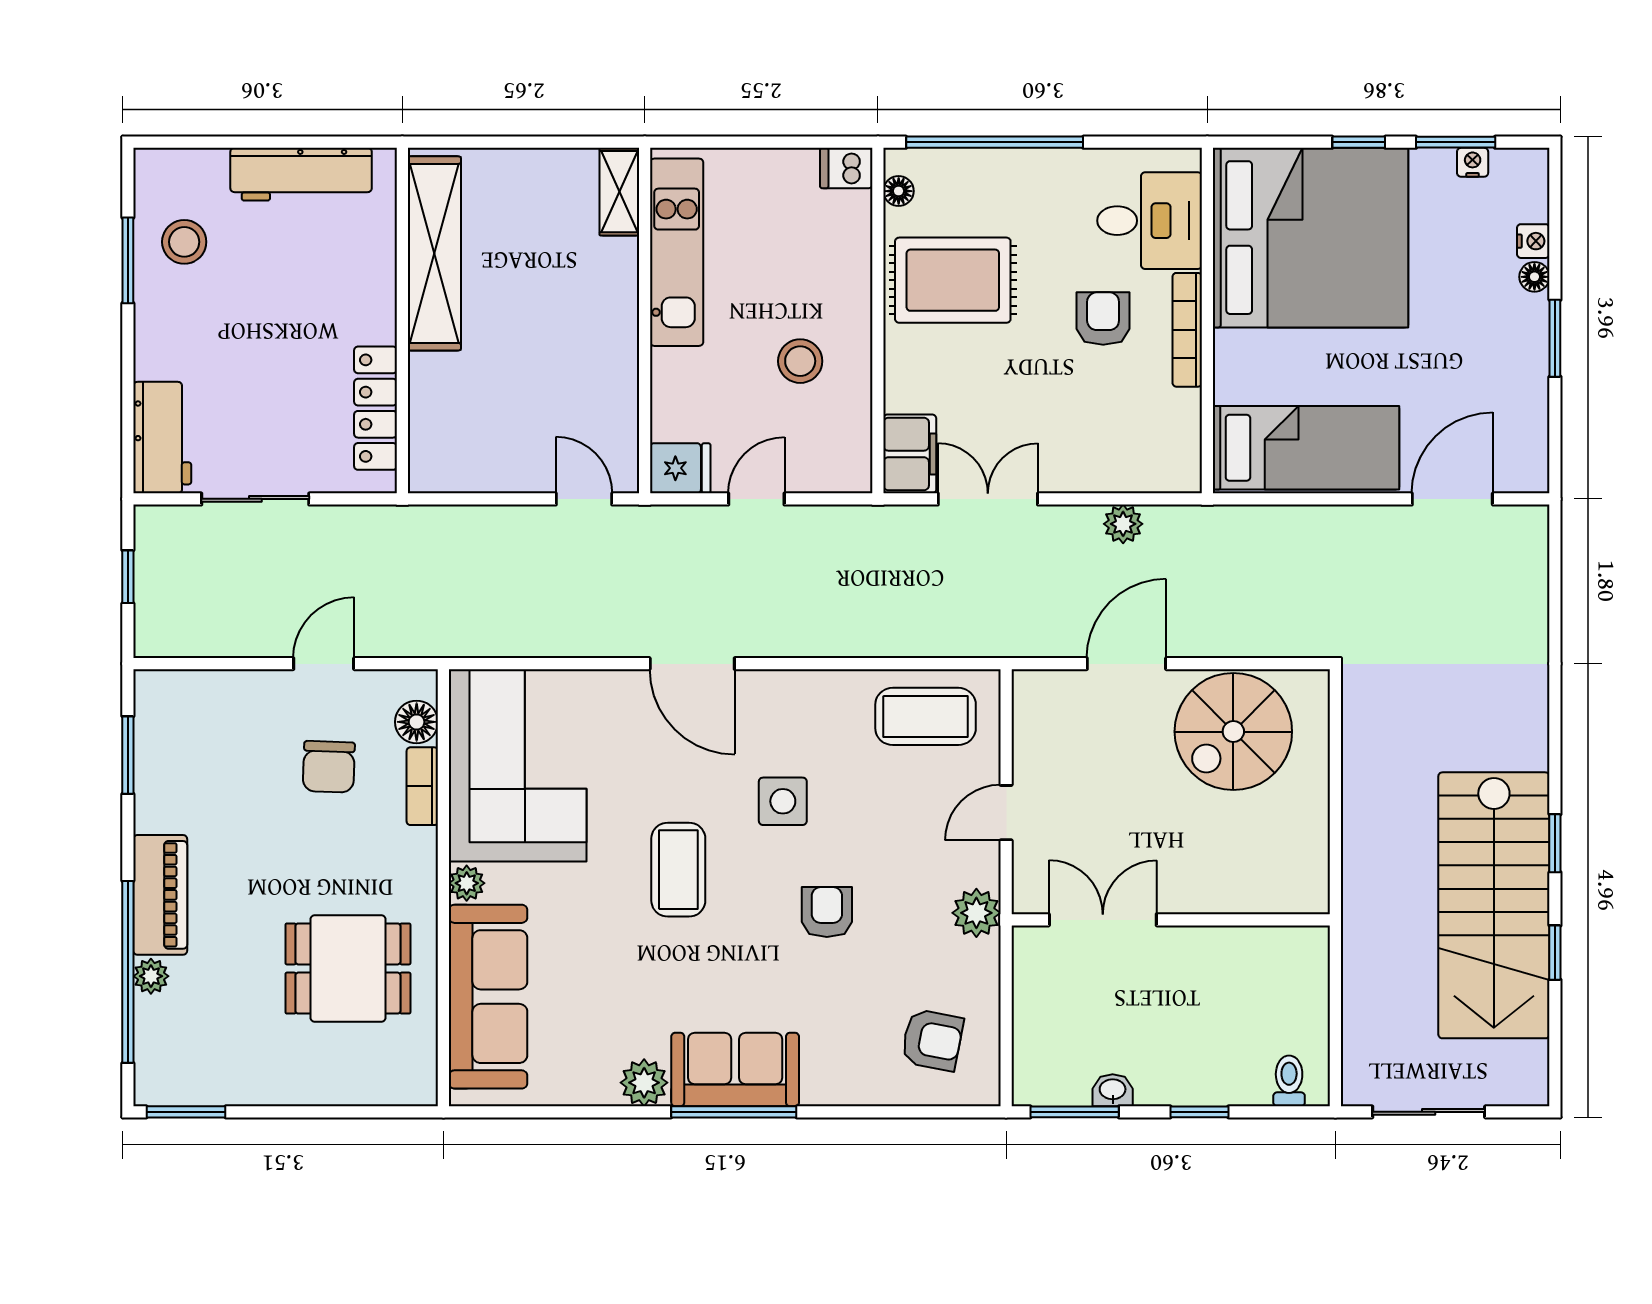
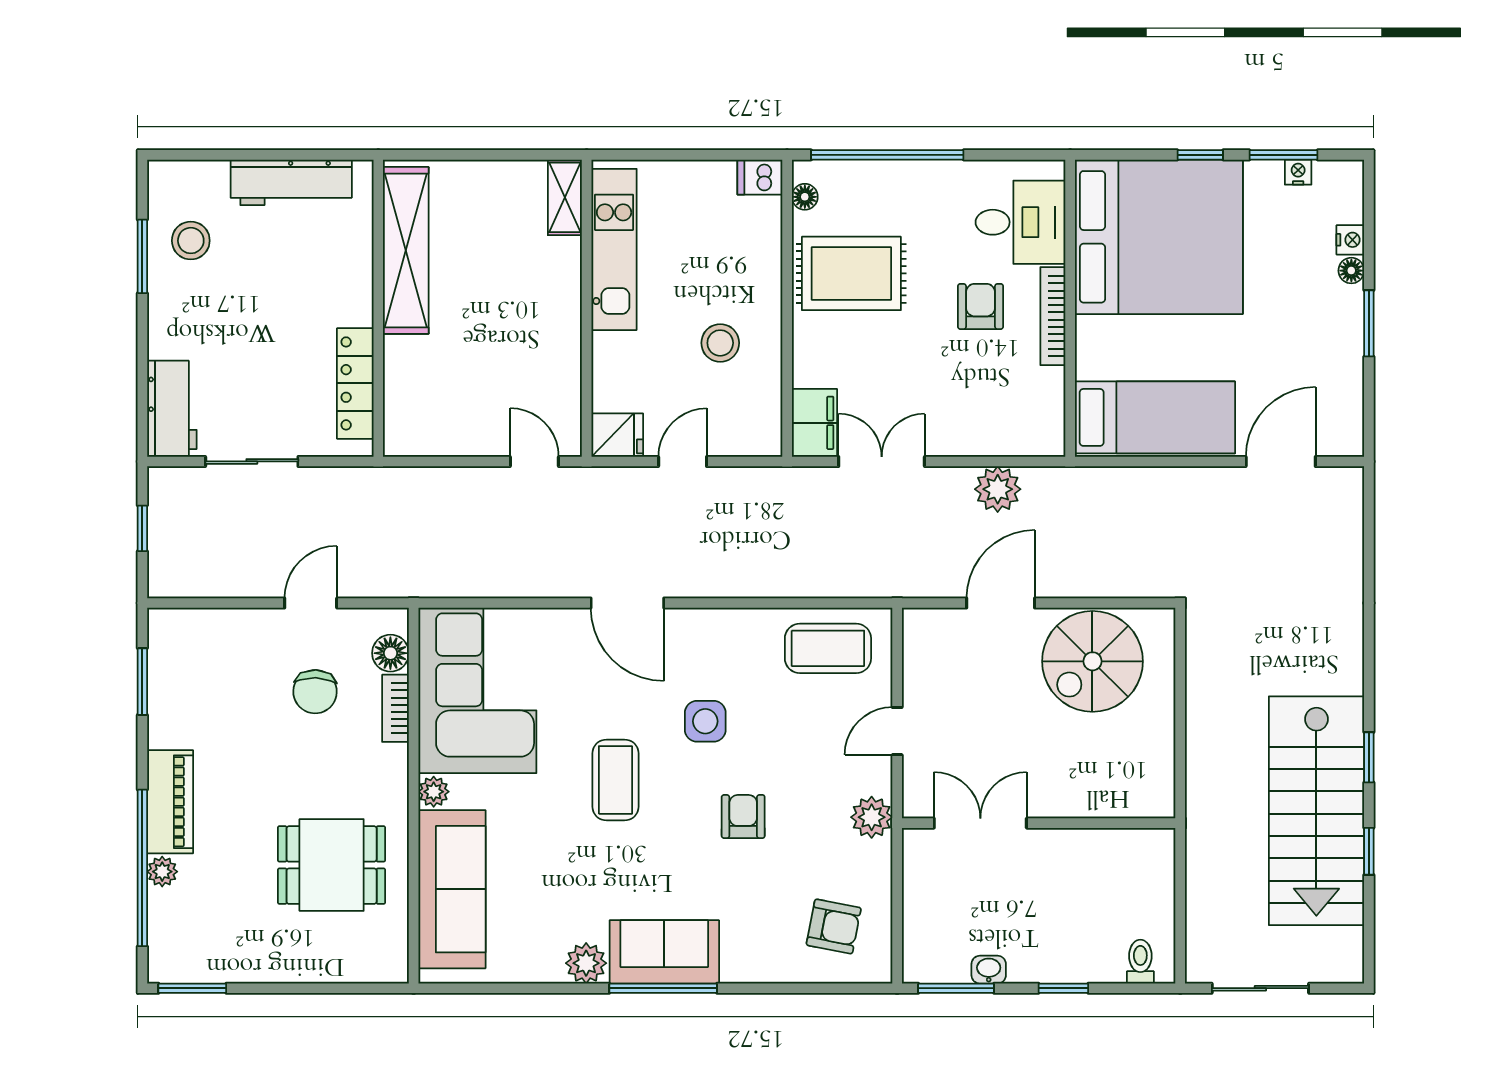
plant: (1123, 524) -> (998, 489), width x1.38, depth x1.38

